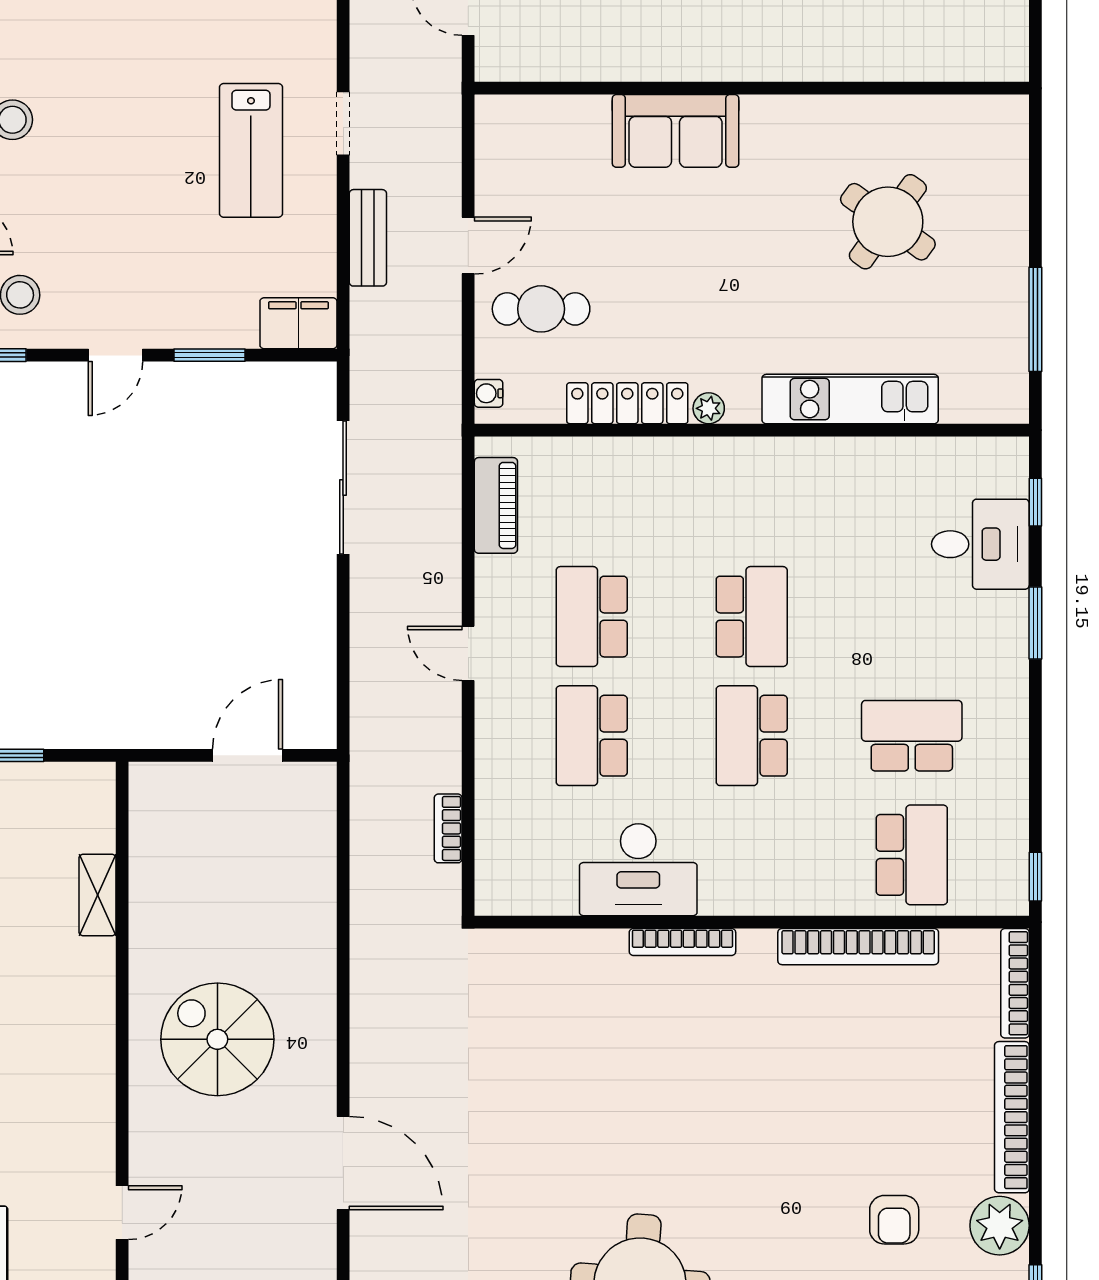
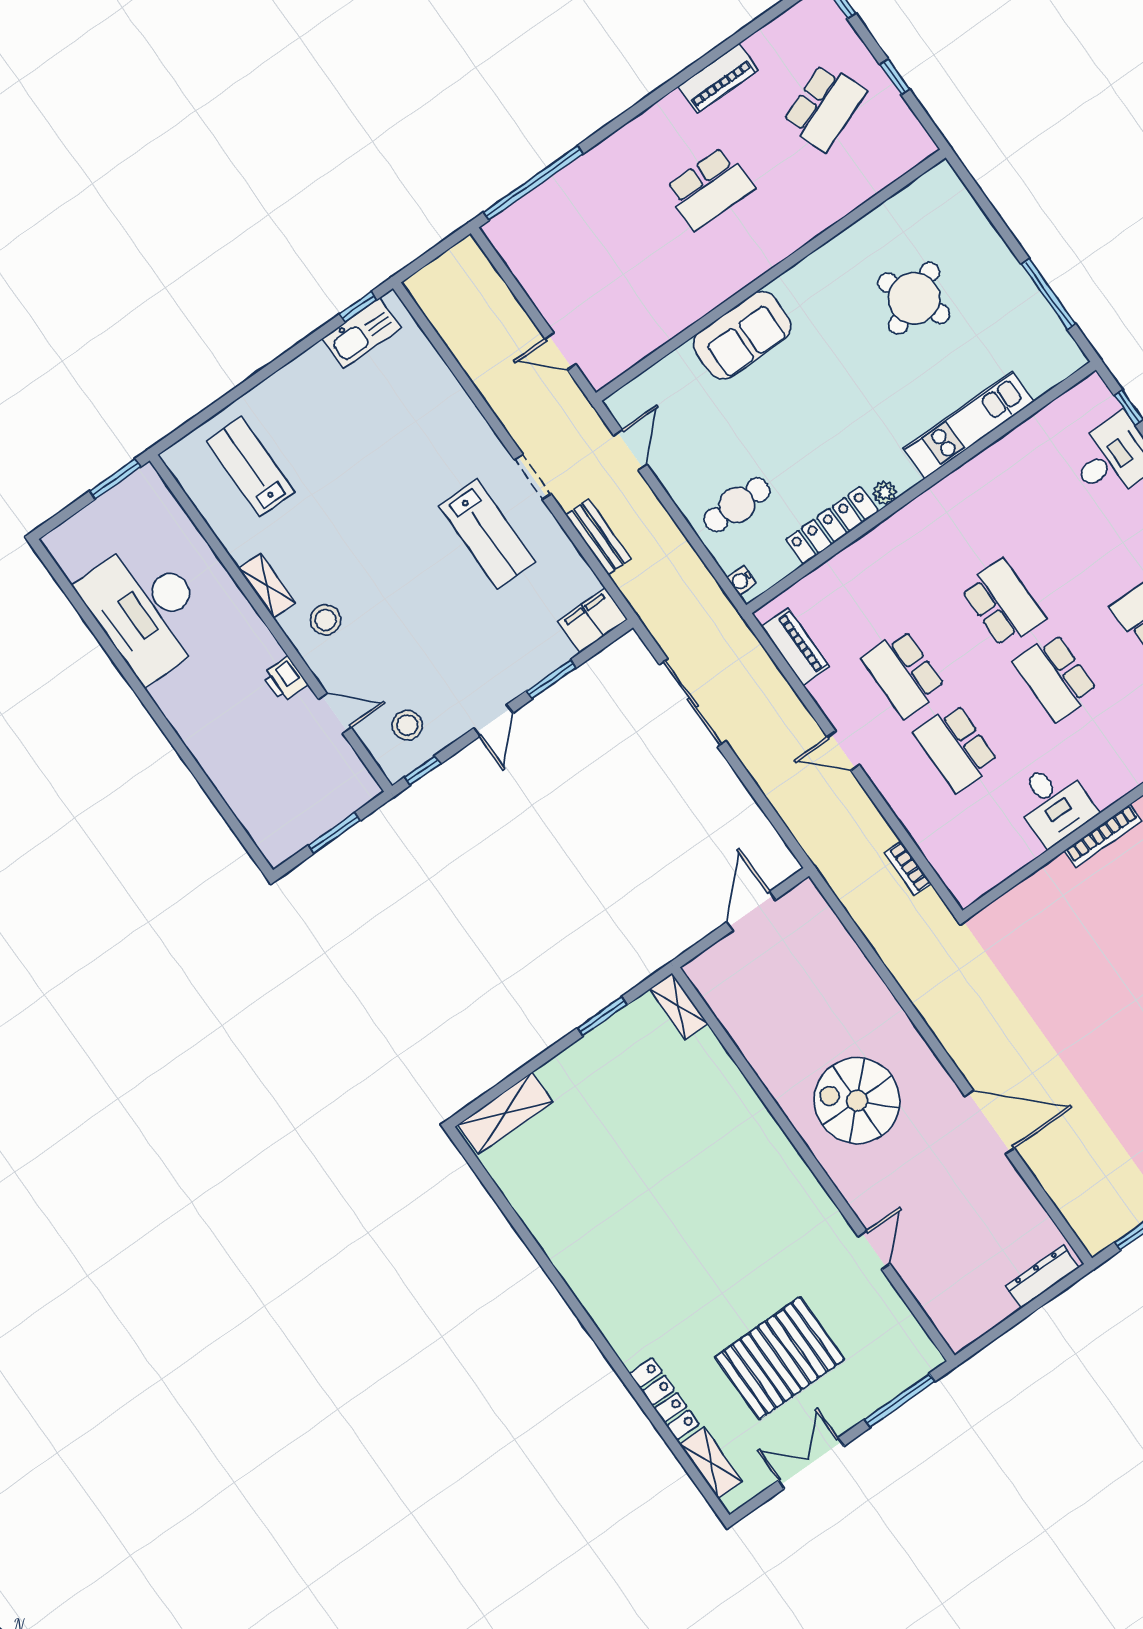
round table: (888, 222) -> (914, 298), turned 30
door: (468, 246) -> (630, 450), moved
desk: (638, 870) -> (1054, 803), width x0.73
shelving: (97, 895) -> (679, 1006), moved

